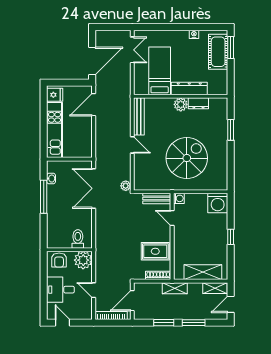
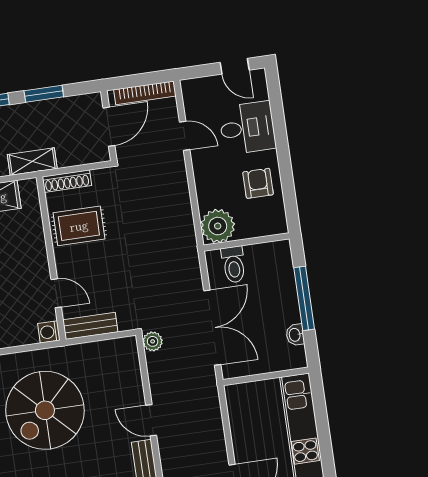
toilet: (78, 239) -> (234, 265), moved
wall: (69, 250) -> (246, 242), moved
plant: (83, 260) -> (218, 226), moved

